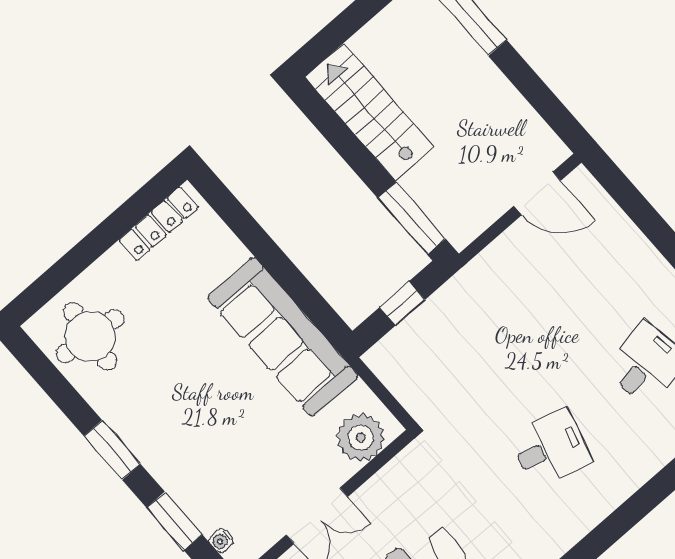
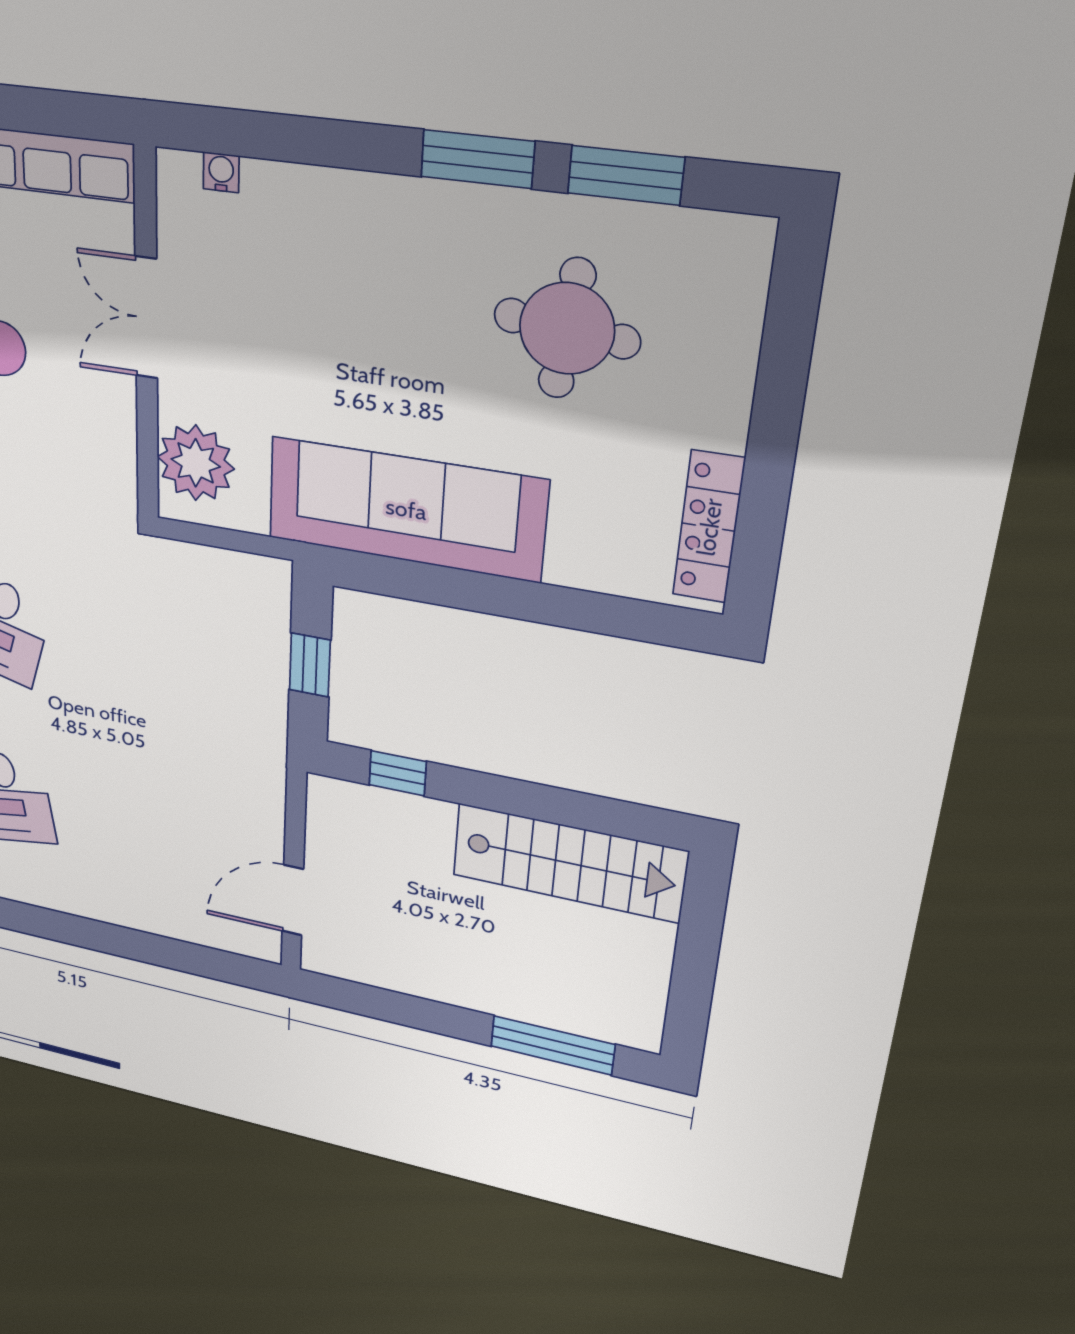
window: (412, 218) -> (398, 773), width x0.46
round table: (90, 336) -> (567, 329), moved
window: (174, 521) -> (626, 175), moved

